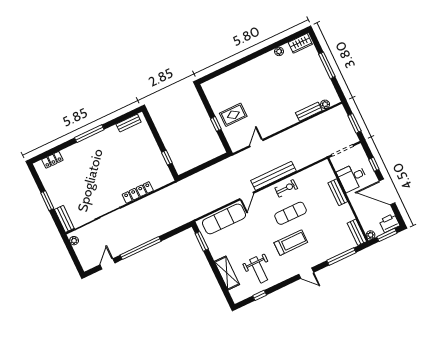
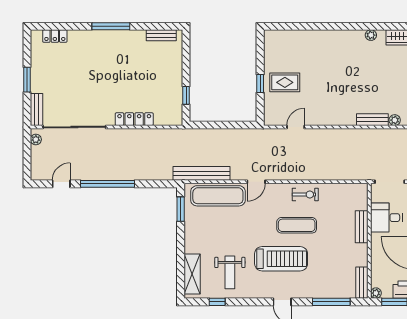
bench: (273, 176) -> (202, 173), moved
treadmill: (291, 243) -> (281, 259), width x1.37, depth x1.38
shelving: (227, 273) -> (192, 274), moved

